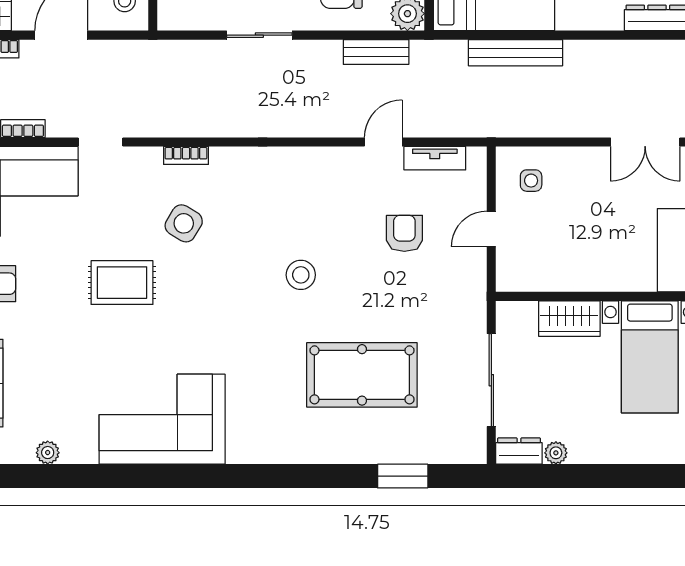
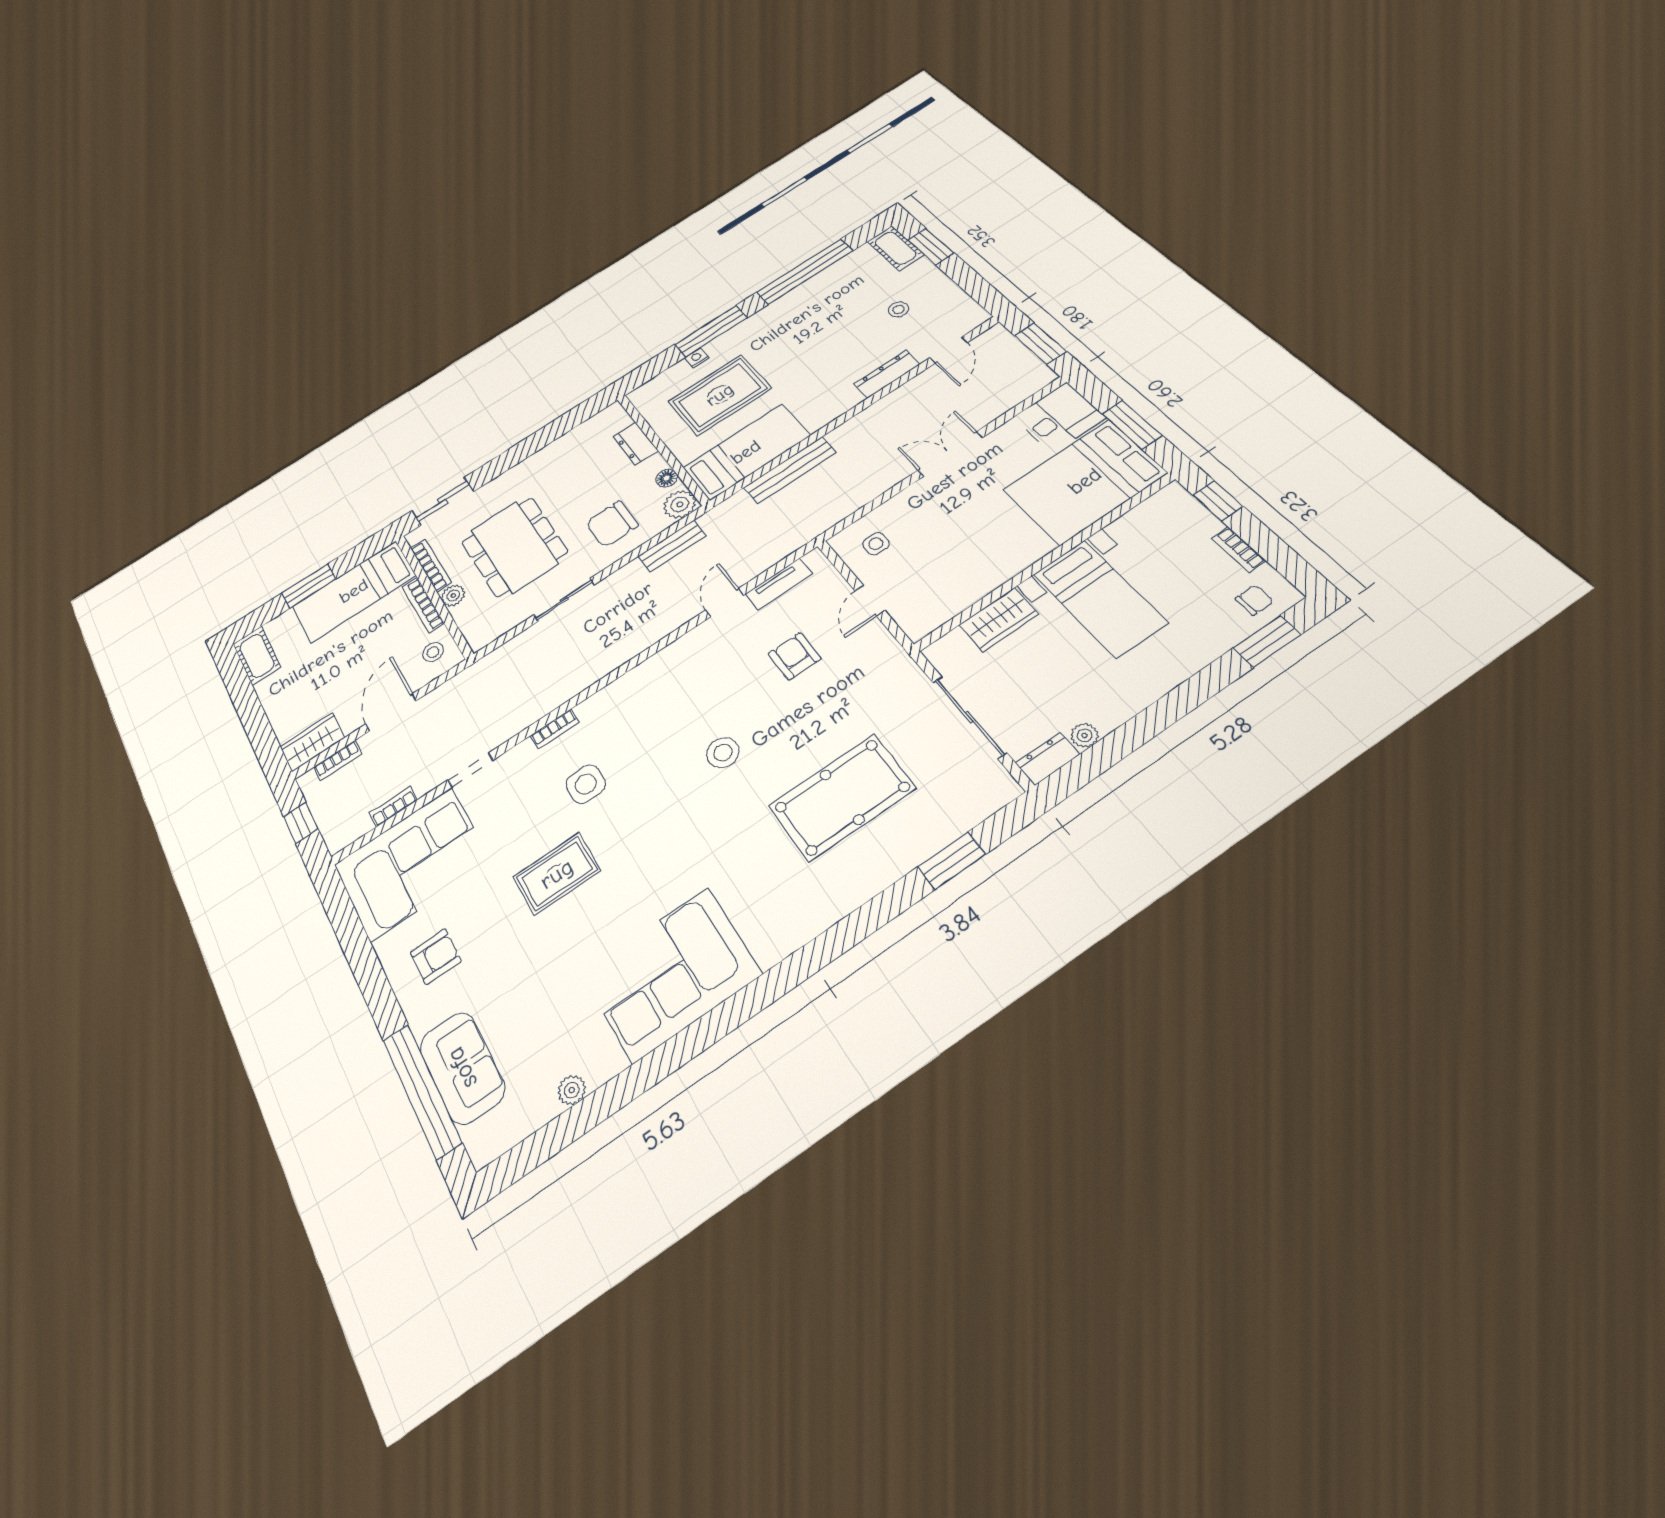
double door: (645, 142) -> (950, 454), swing flipped
side table: (184, 223) -> (586, 784), turned -31

